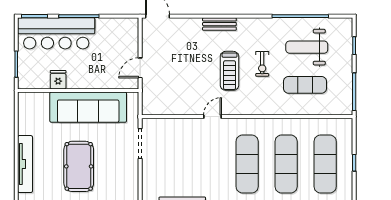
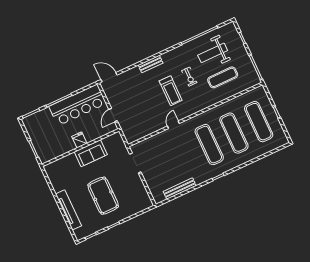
bar counter: (56, 33) -> (78, 105), moved
fridge: (58, 80) -> (79, 140), moved
sofa: (88, 107) -> (91, 153), width x0.54, depth x0.79

